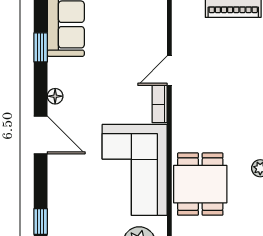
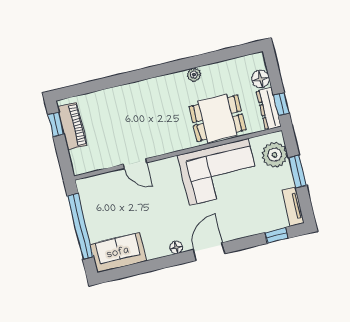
window: (41, 47) -> (141, 268), removed
bookcase: (160, 104) -> (163, 165), removed

